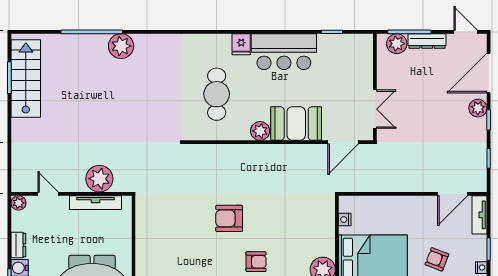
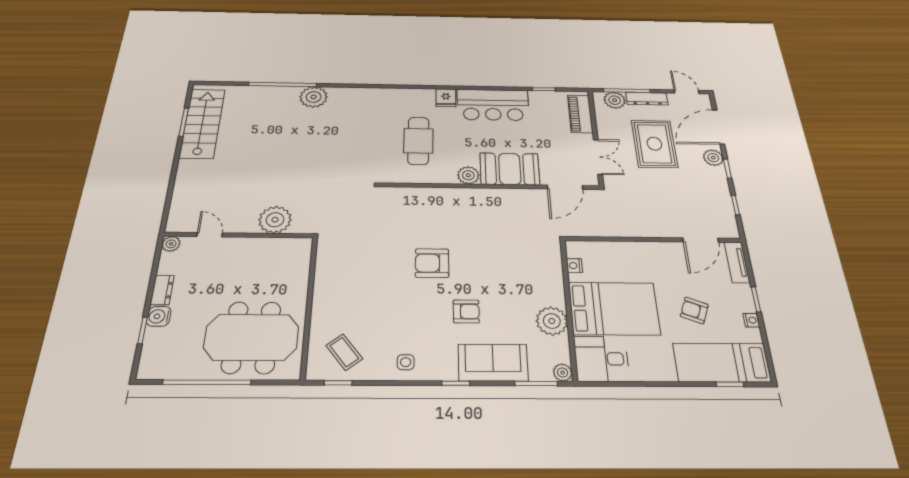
piano: (363, 61) -> (580, 114), added
rug: (427, 94) -> (654, 144), added
tv unit: (95, 203) -> (267, 244), removed

